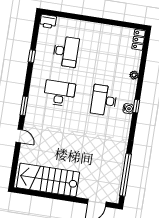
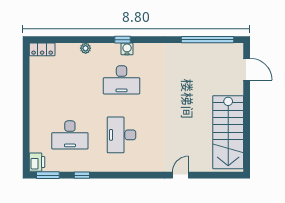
desk: (66, 51) -> (70, 135), turned 180
window: (24, 106) -> (48, 175), moved

